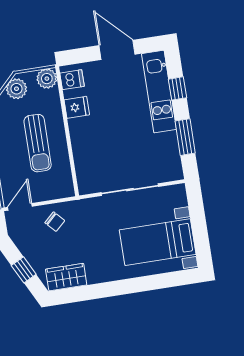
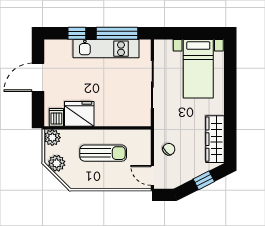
kitchen unit: (159, 92) -> (106, 49), moved
fridge: (77, 107) -> (79, 114), width x1.88, depth x1.34
window: (185, 137) -> (117, 33), width x1.44
wardrobe: (66, 277) -> (215, 139), width x1.50

